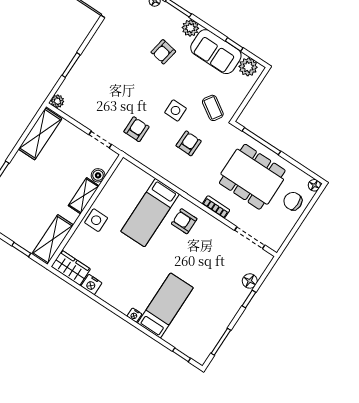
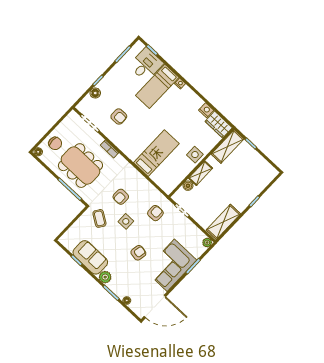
armchair: (163, 52) -> (138, 253), moved
corner sofa: (102, 61) -> (171, 265), added
plant: (248, 67) -> (70, 243), removed
armchair: (136, 129) -> (155, 213), turned 180
armchair: (184, 221) -> (119, 116), moved
desk: (186, 333) -> (146, 65), added

